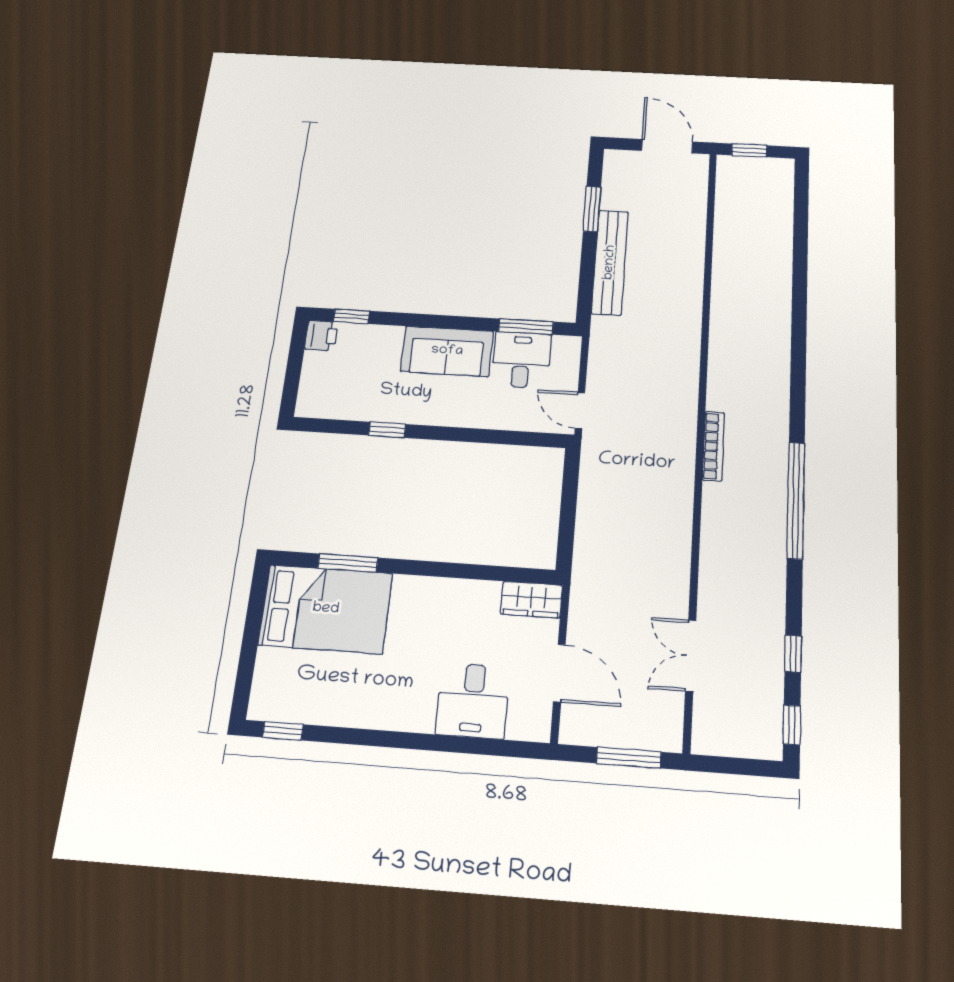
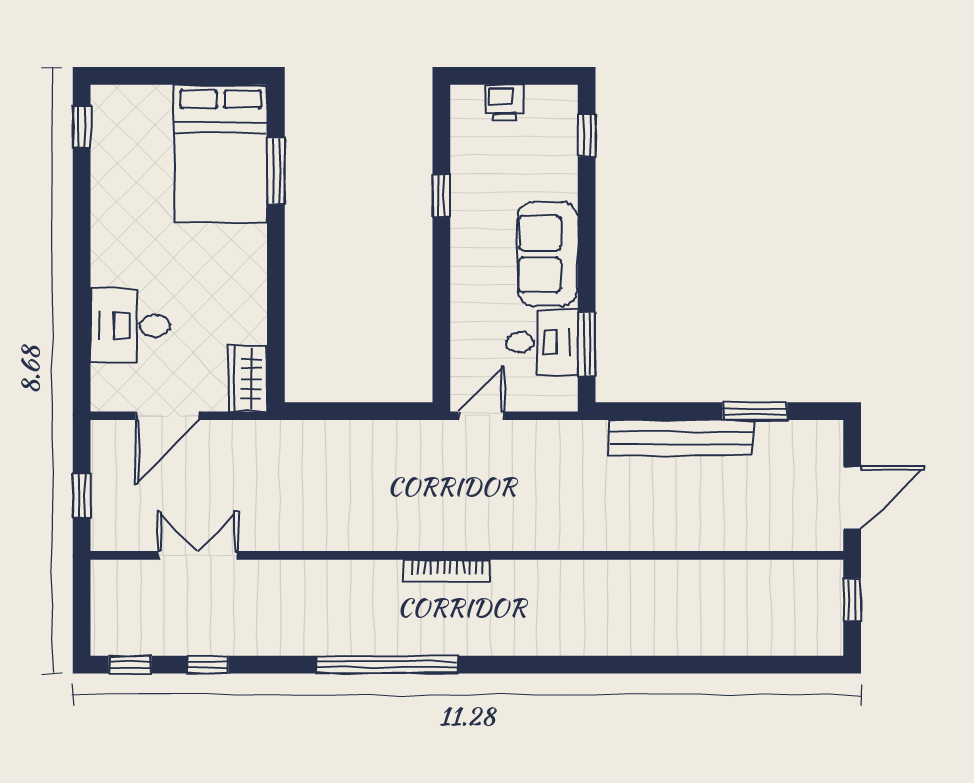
printer: (321, 336) -> (505, 102), moved
window: (629, 758) -> (82, 495), width x0.67

